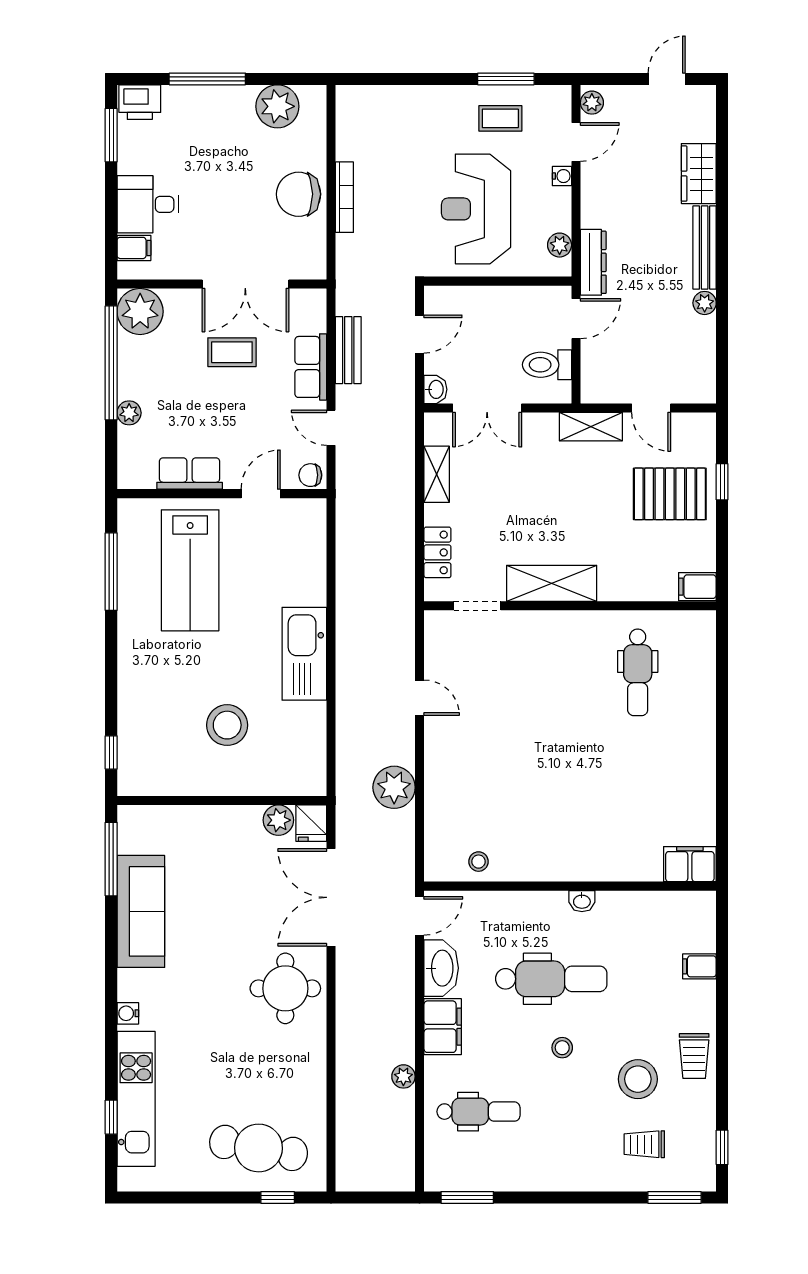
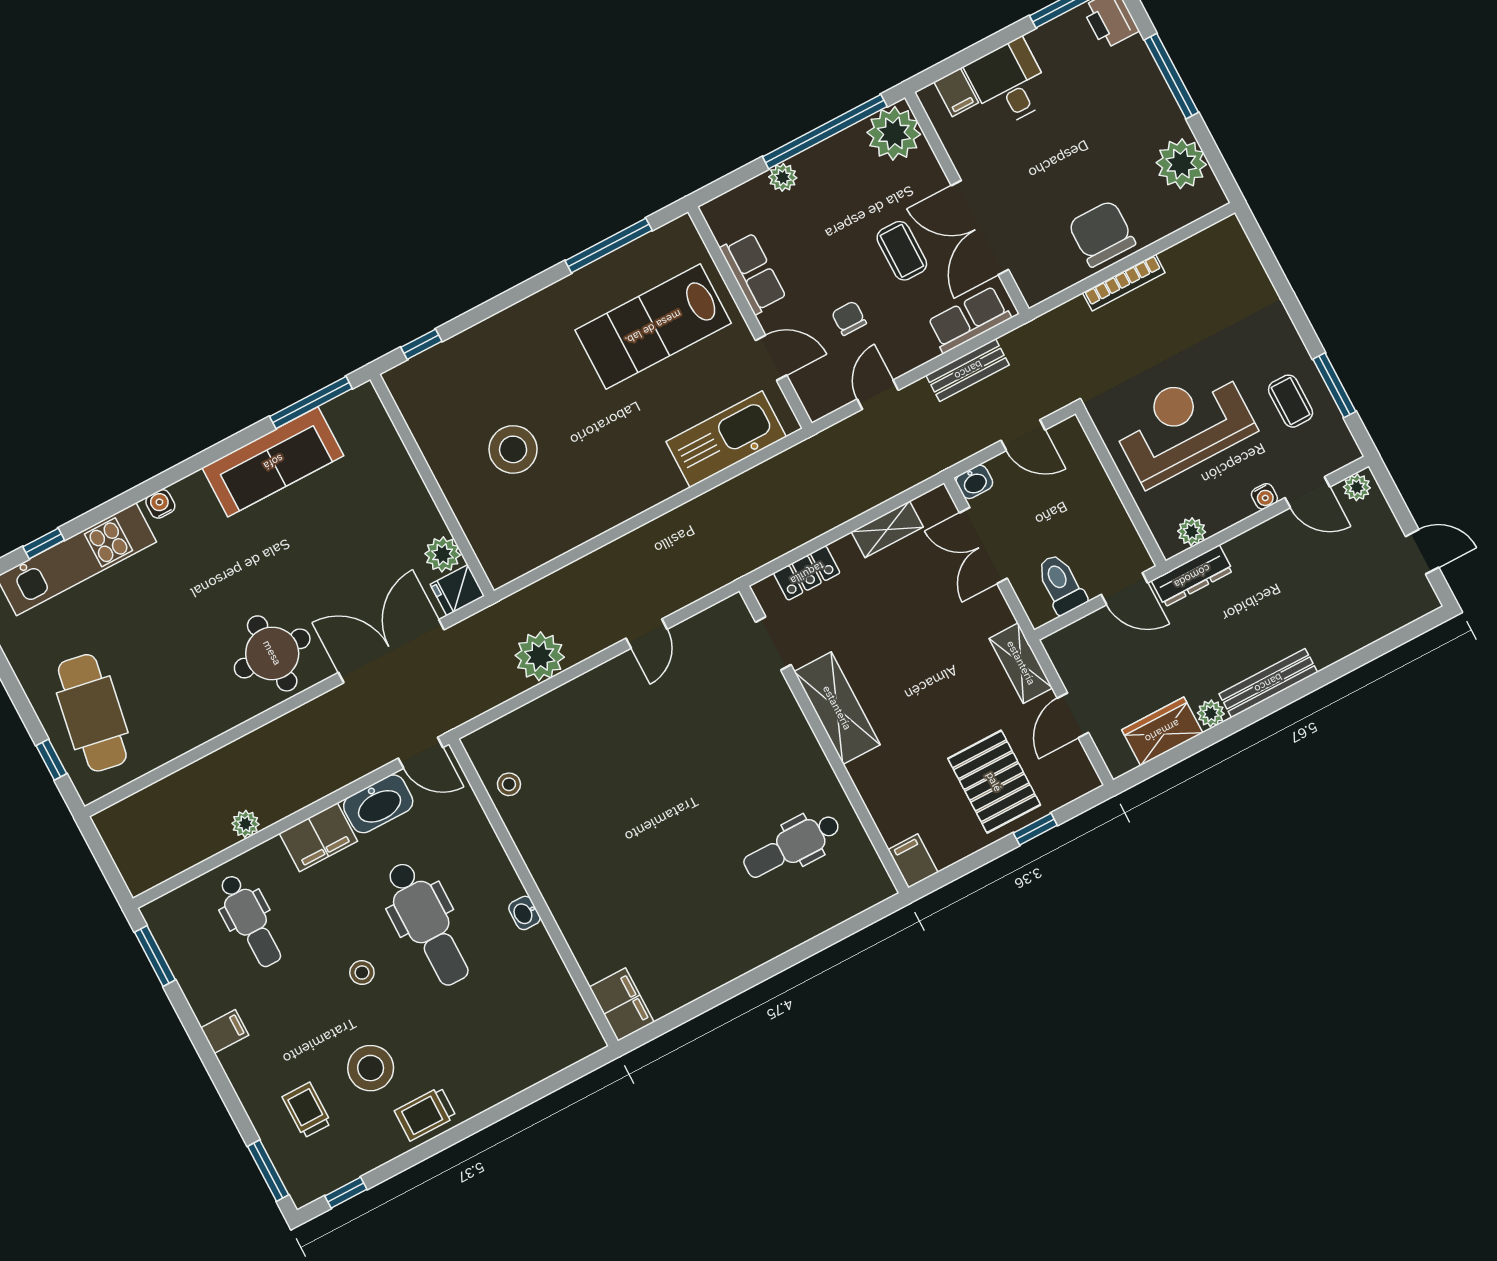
wardrobe: (699, 174) -> (1162, 731), moved
row of seats: (311, 367) -> (969, 320), moved
chair: (310, 475) -> (849, 318), moved
kitchen sink: (304, 654) -> (726, 439), moved
filing cabinet: (699, 966) -> (225, 1031), moved, turned 90

